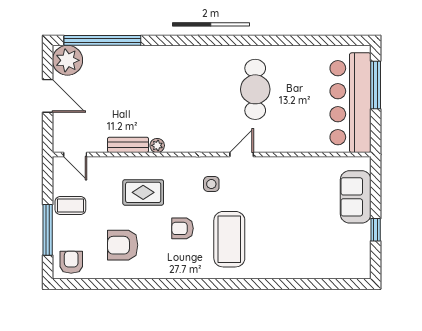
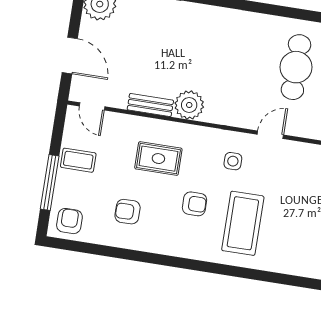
door: (48, 96) -> (70, 55), moved
plant: (157, 145) -> (189, 105), width x1.88, depth x1.88
armchair: (182, 228) -> (194, 204), turned 180
armchair: (123, 245) -> (128, 212), width x0.72, depth x0.72

